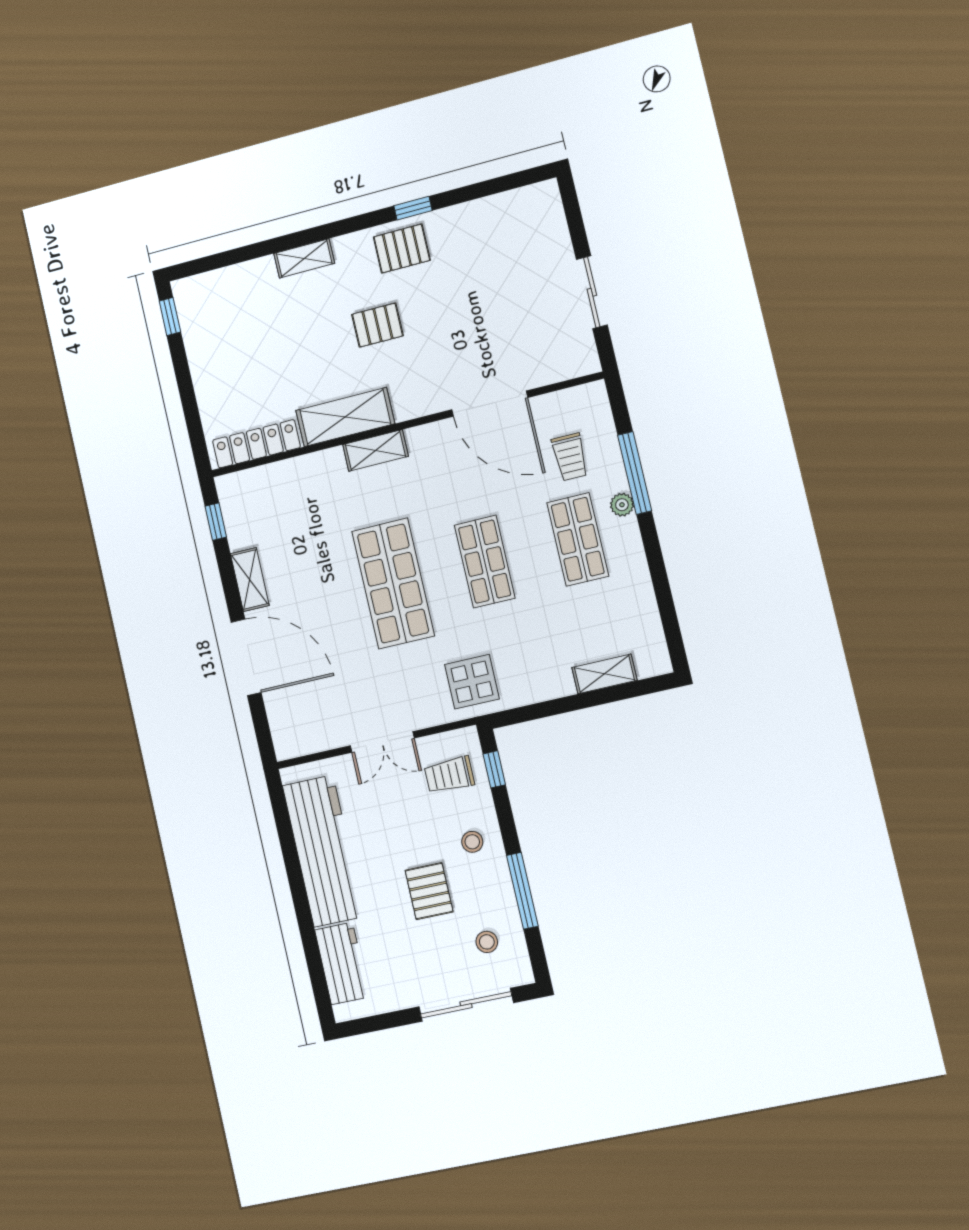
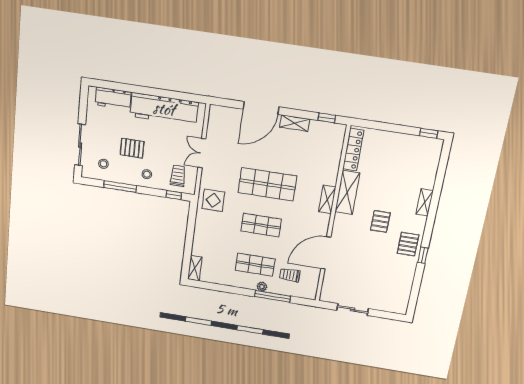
shelving: (604, 674) -> (195, 268), moved

